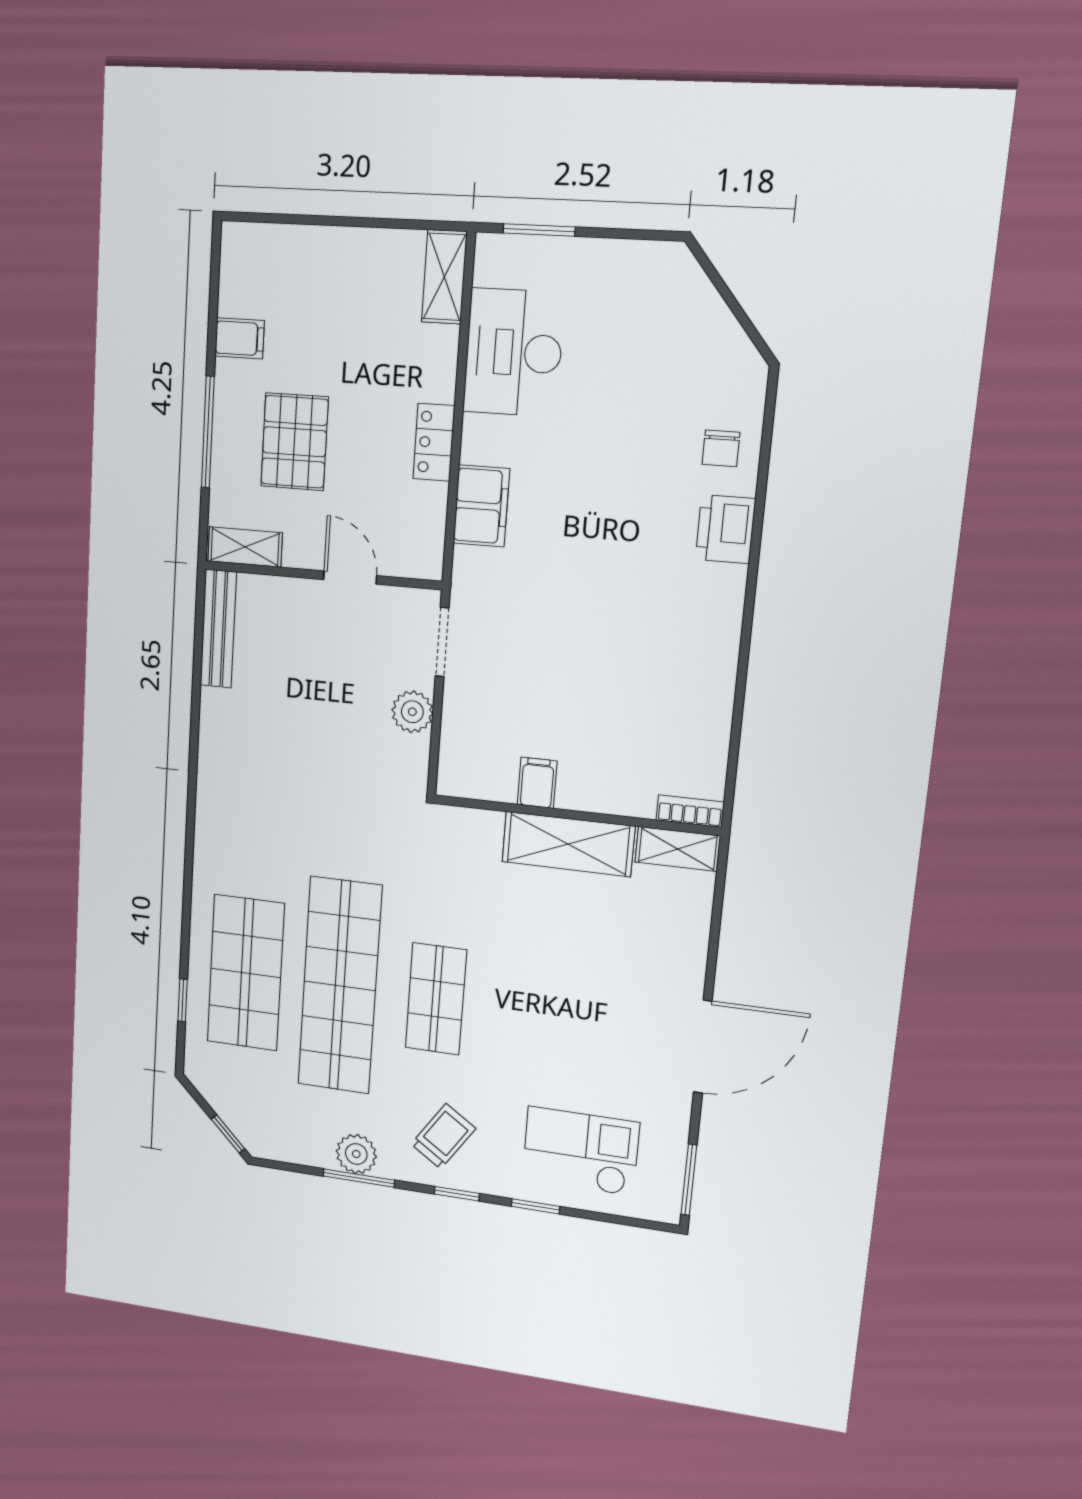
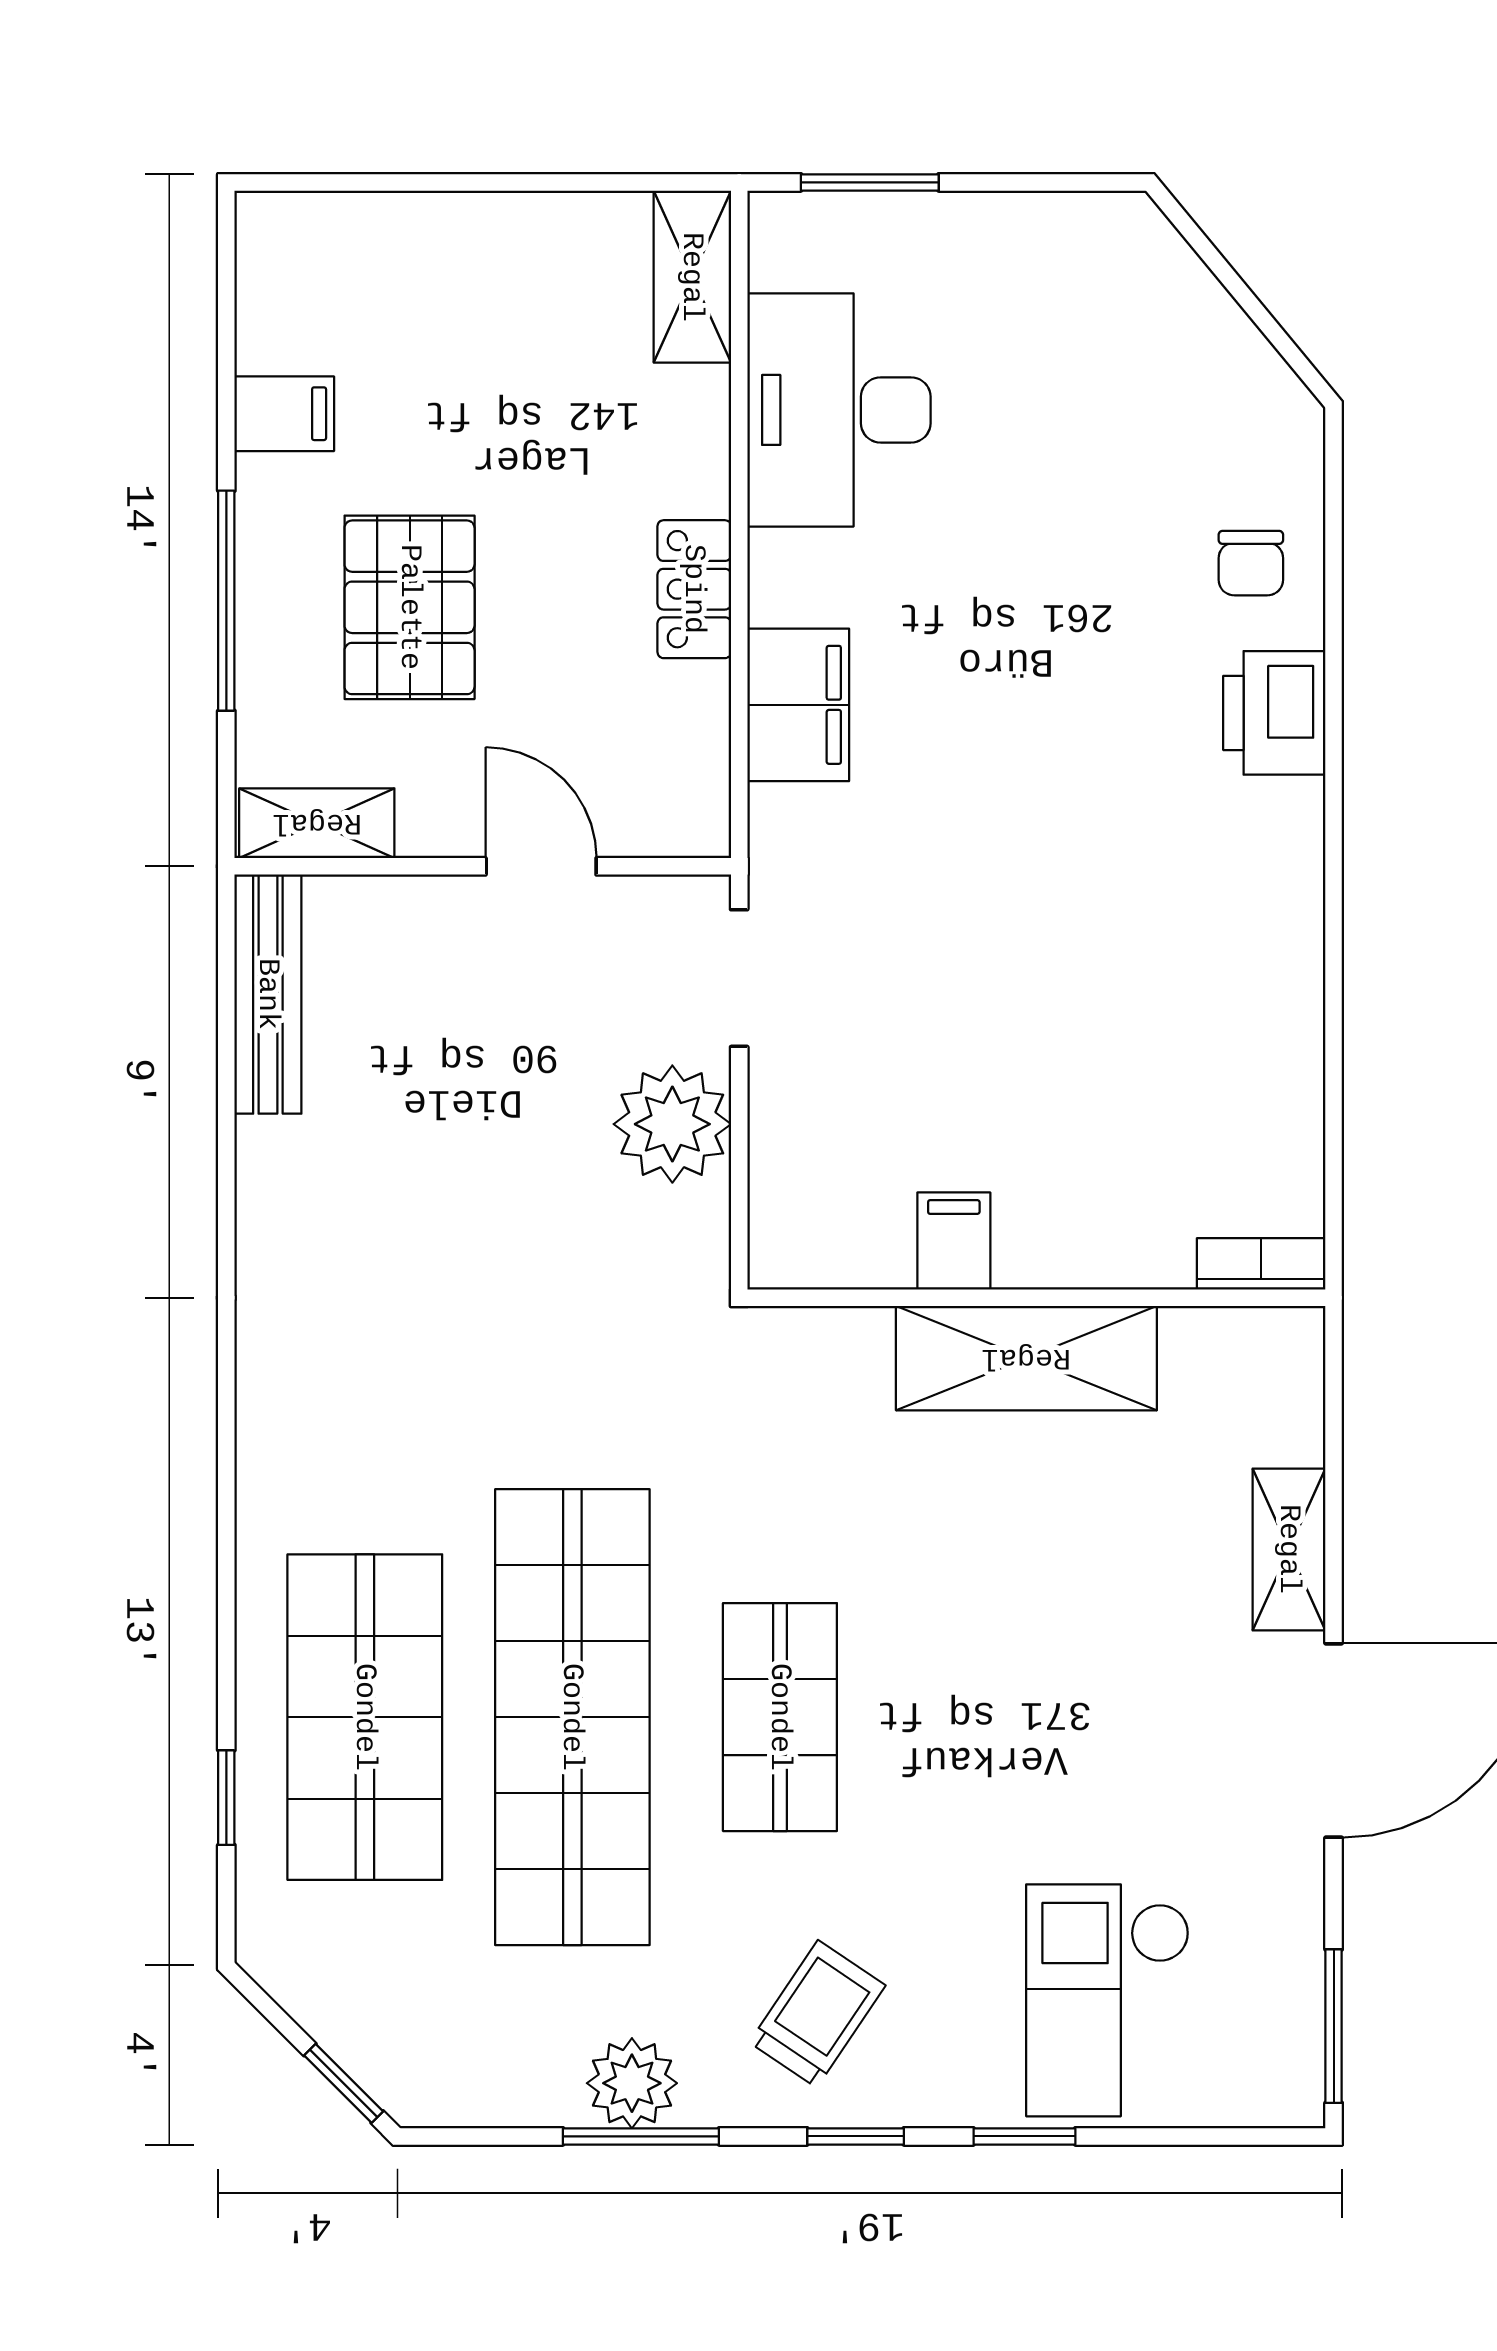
plant: (412, 712) -> (672, 1124), width x1.36, depth x1.36
shelving: (678, 849) -> (1289, 1549), moved, turned 90
checkout: (581, 1151) -> (1108, 2000), turned -90

